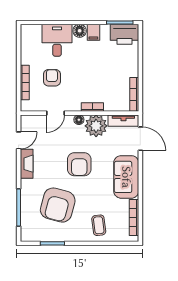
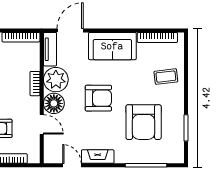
floor lamp: (79, 120) -> (54, 103), width x1.89, depth x1.89
armchair: (58, 205) -> (144, 122), turned 75

